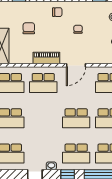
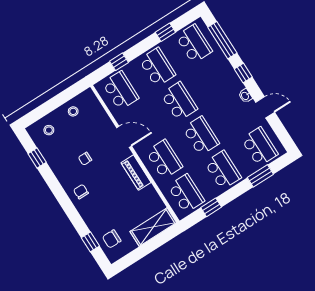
chair: (29, 28) -> (112, 239), moved
school desk: (76, 154) -> (201, 136), moved

